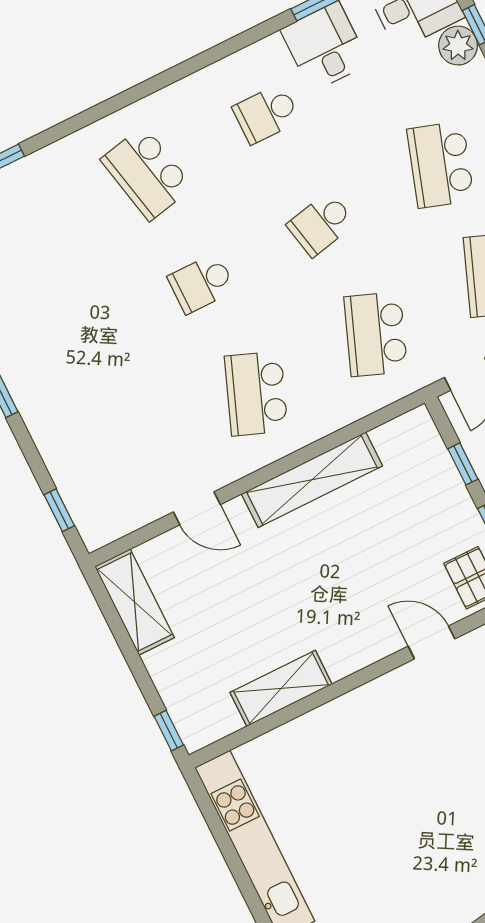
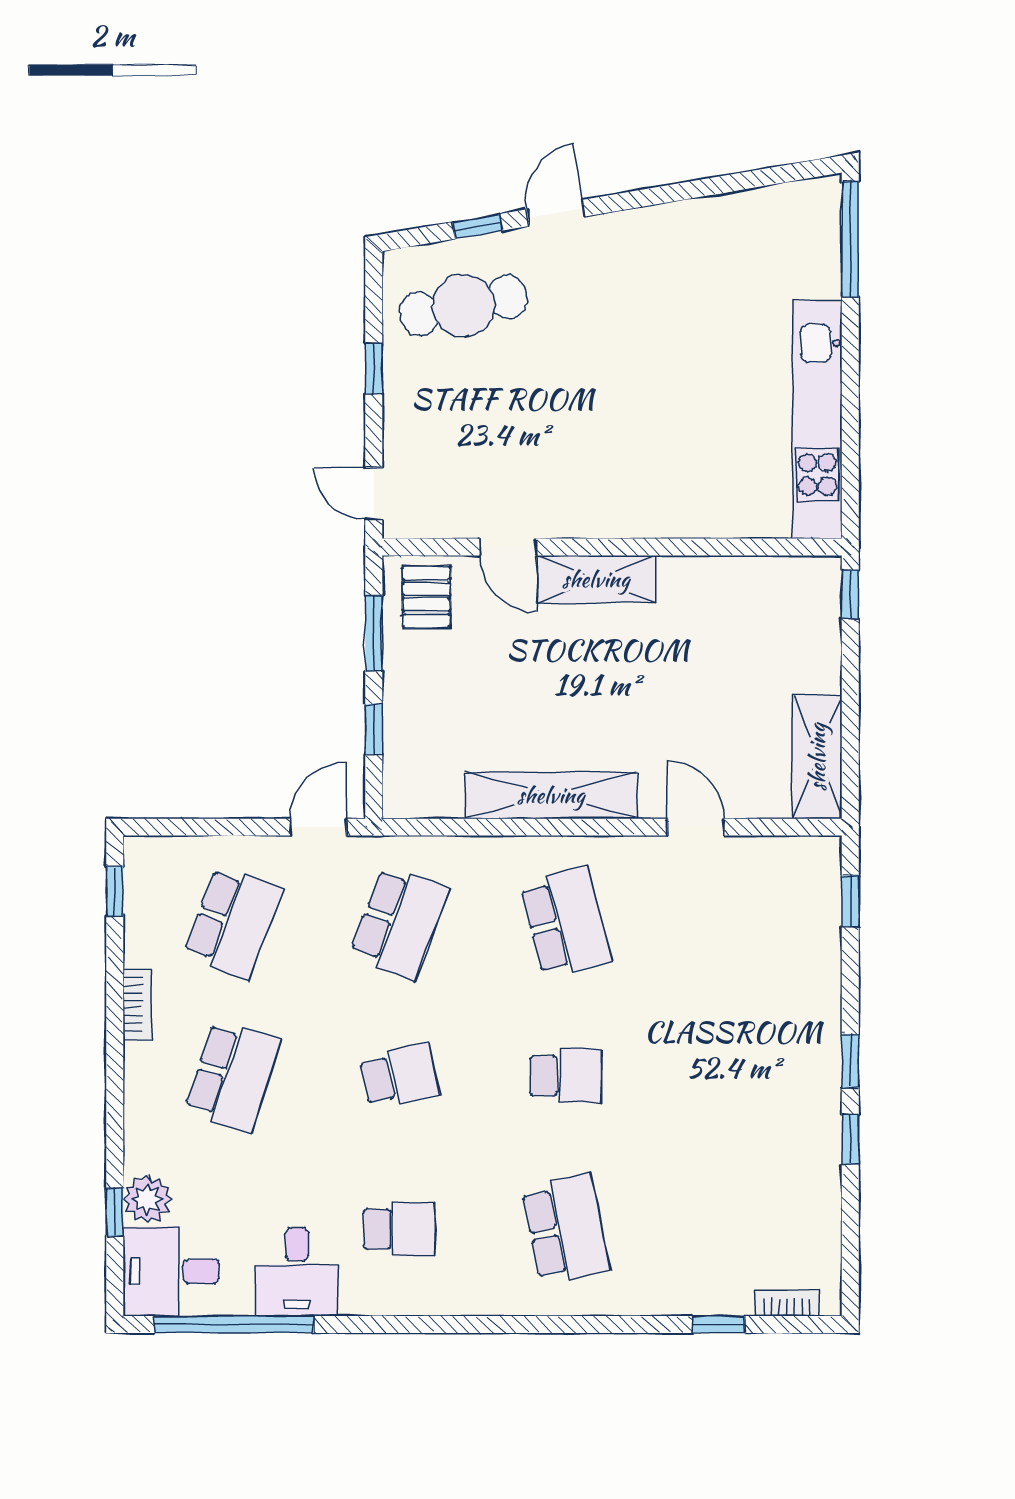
school desk: (256, 394) -> (566, 922), turned -36
shelving: (281, 688) -> (596, 579), moved

